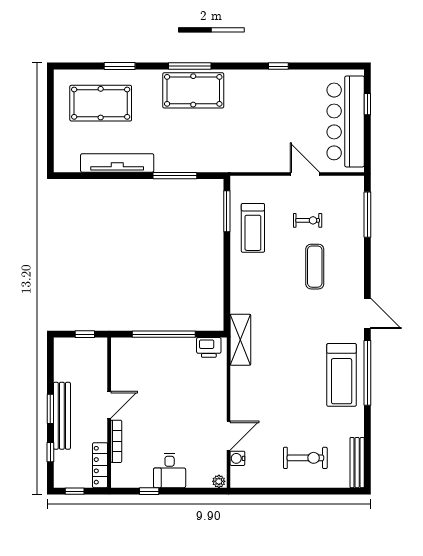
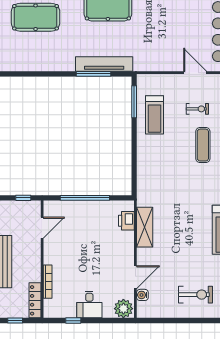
tv unit: (117, 163) -> (104, 64), moved
shelving: (240, 340) -> (145, 227), moved
printer: (209, 347) -> (126, 221), moved, turned 90
door: (109, 405) -> (42, 228), moved
plant: (219, 481) -> (123, 309), width x1.87, depth x1.87

